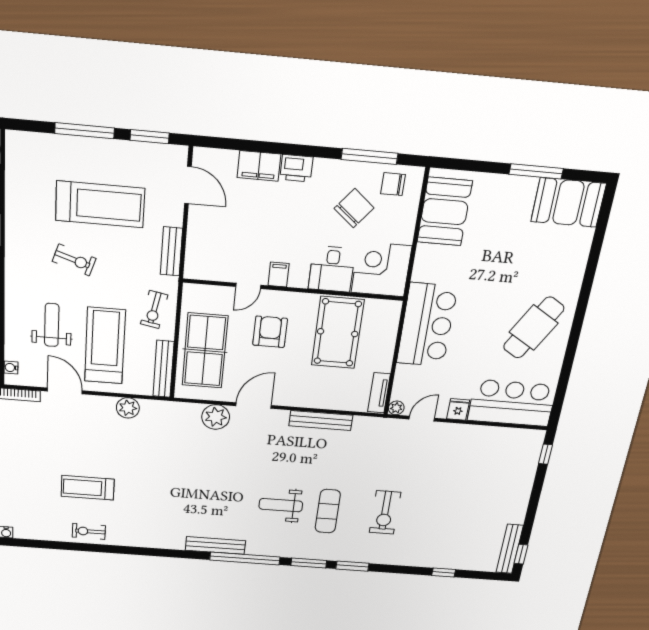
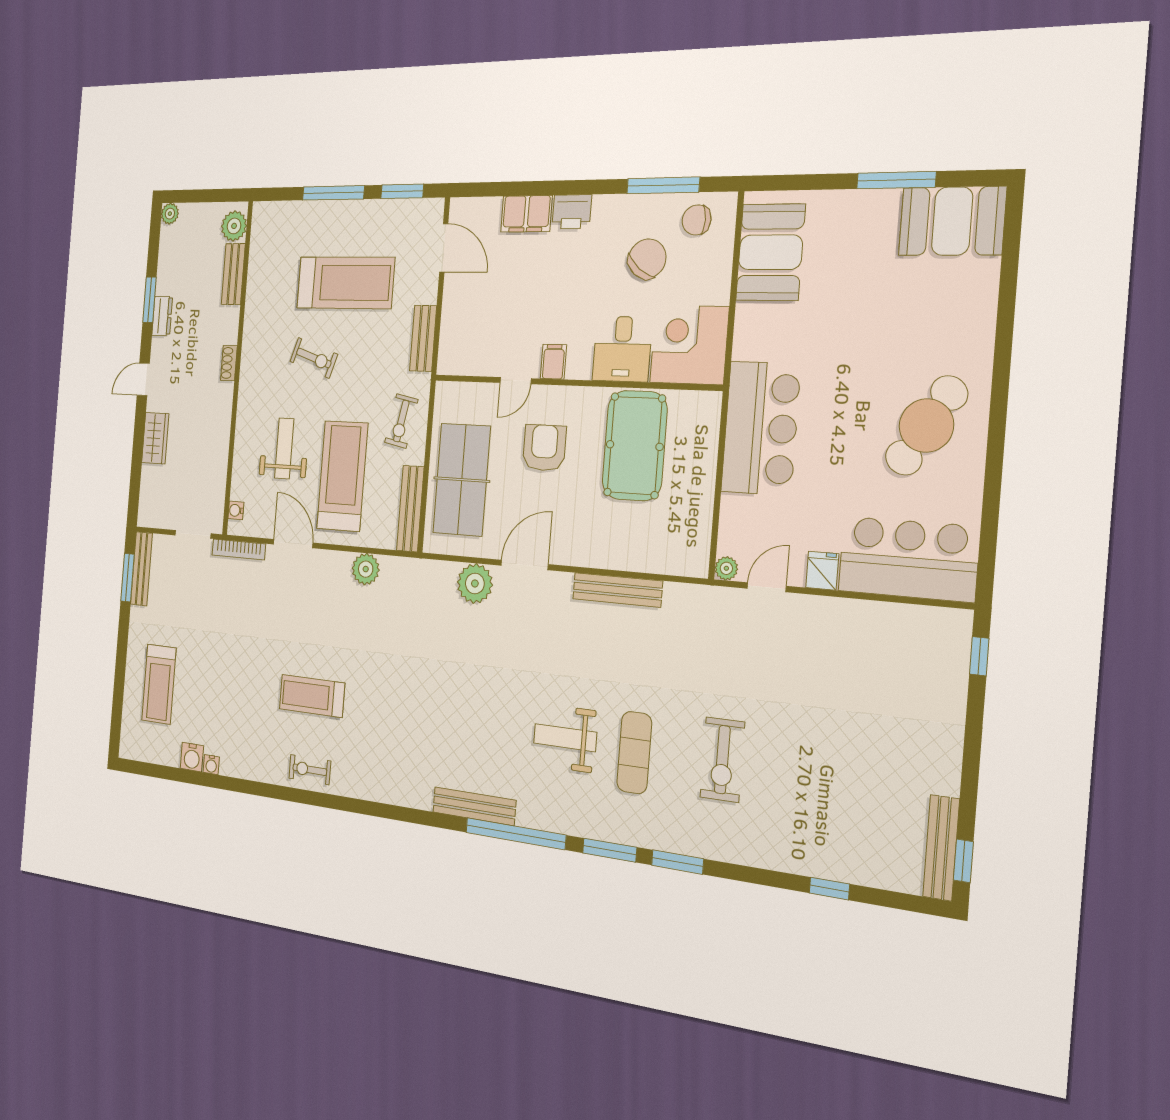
tv unit: (379, 393) -> (699, 542), removed

